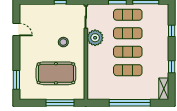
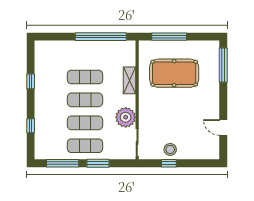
stool: (63, 42) -> (170, 149), moved
window: (16, 80) -> (223, 65), width x1.44
shelving: (164, 89) -> (130, 80), moved
window: (130, 103) -> (101, 37), moved

